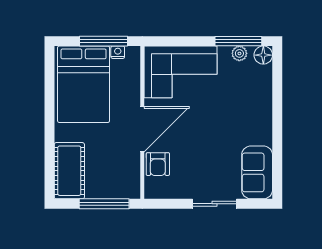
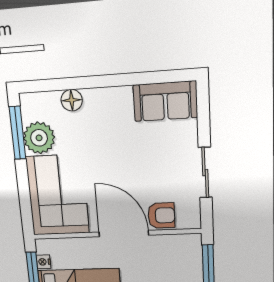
plant: (239, 53) -> (39, 138), width x1.88, depth x1.88
floor lamp: (263, 55) -> (72, 100), moved
sliding door: (214, 204) -> (205, 173), moved

